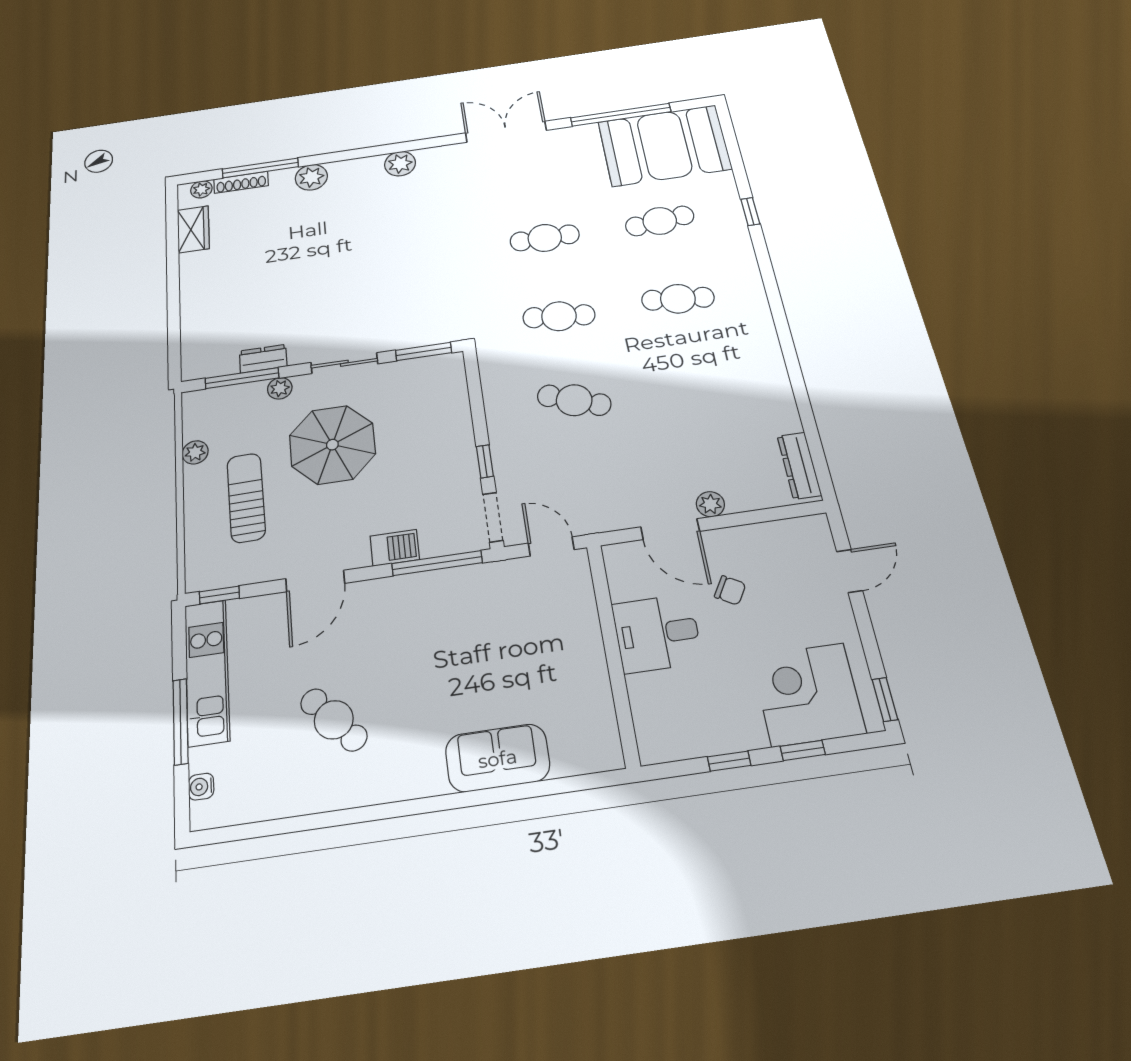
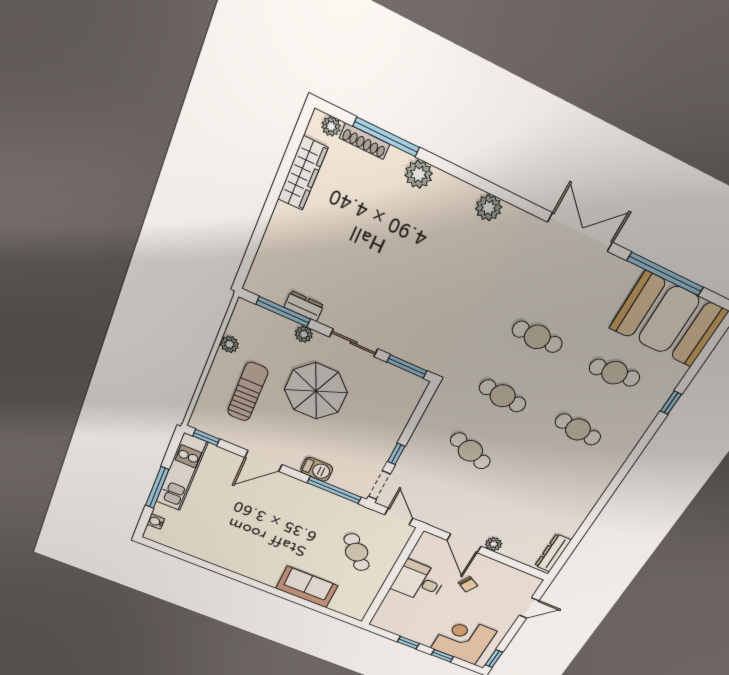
wardrobe: (193, 229) -> (303, 173), width x1.50
cafe table: (334, 720) -> (357, 552), moved

